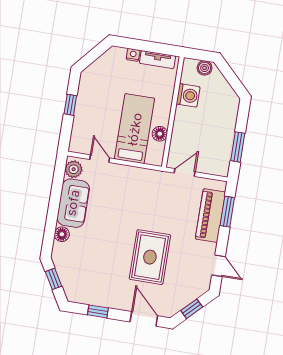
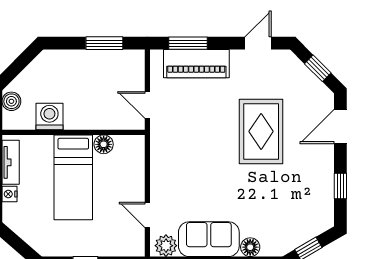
bed: (135, 129) -> (73, 177), moved, turned -90
door: (100, 159) -> (147, 215), hinge flipped
rug: (150, 257) -> (261, 131), turned 90

